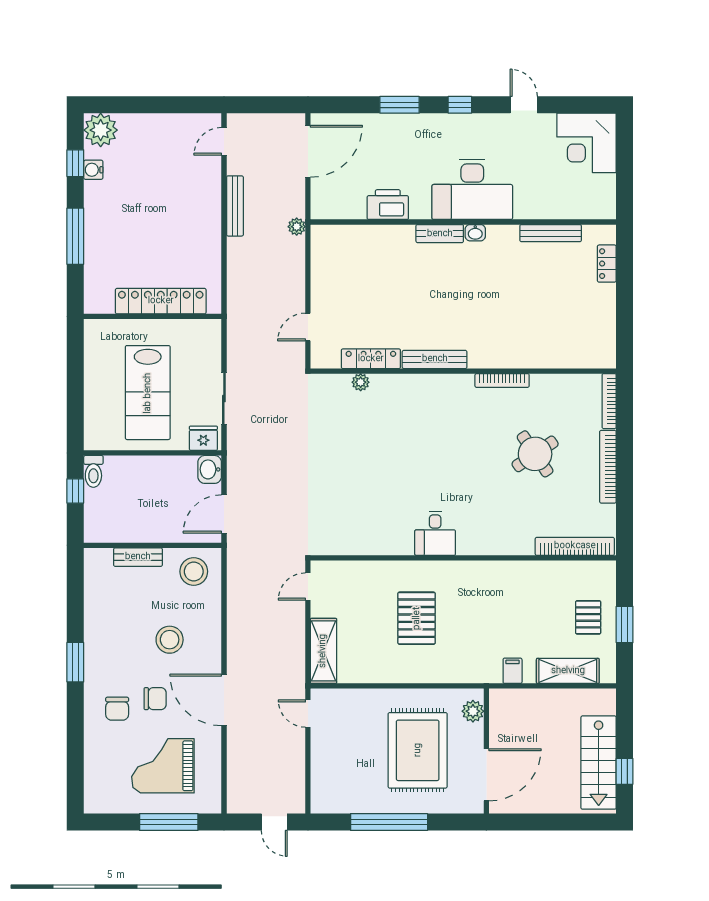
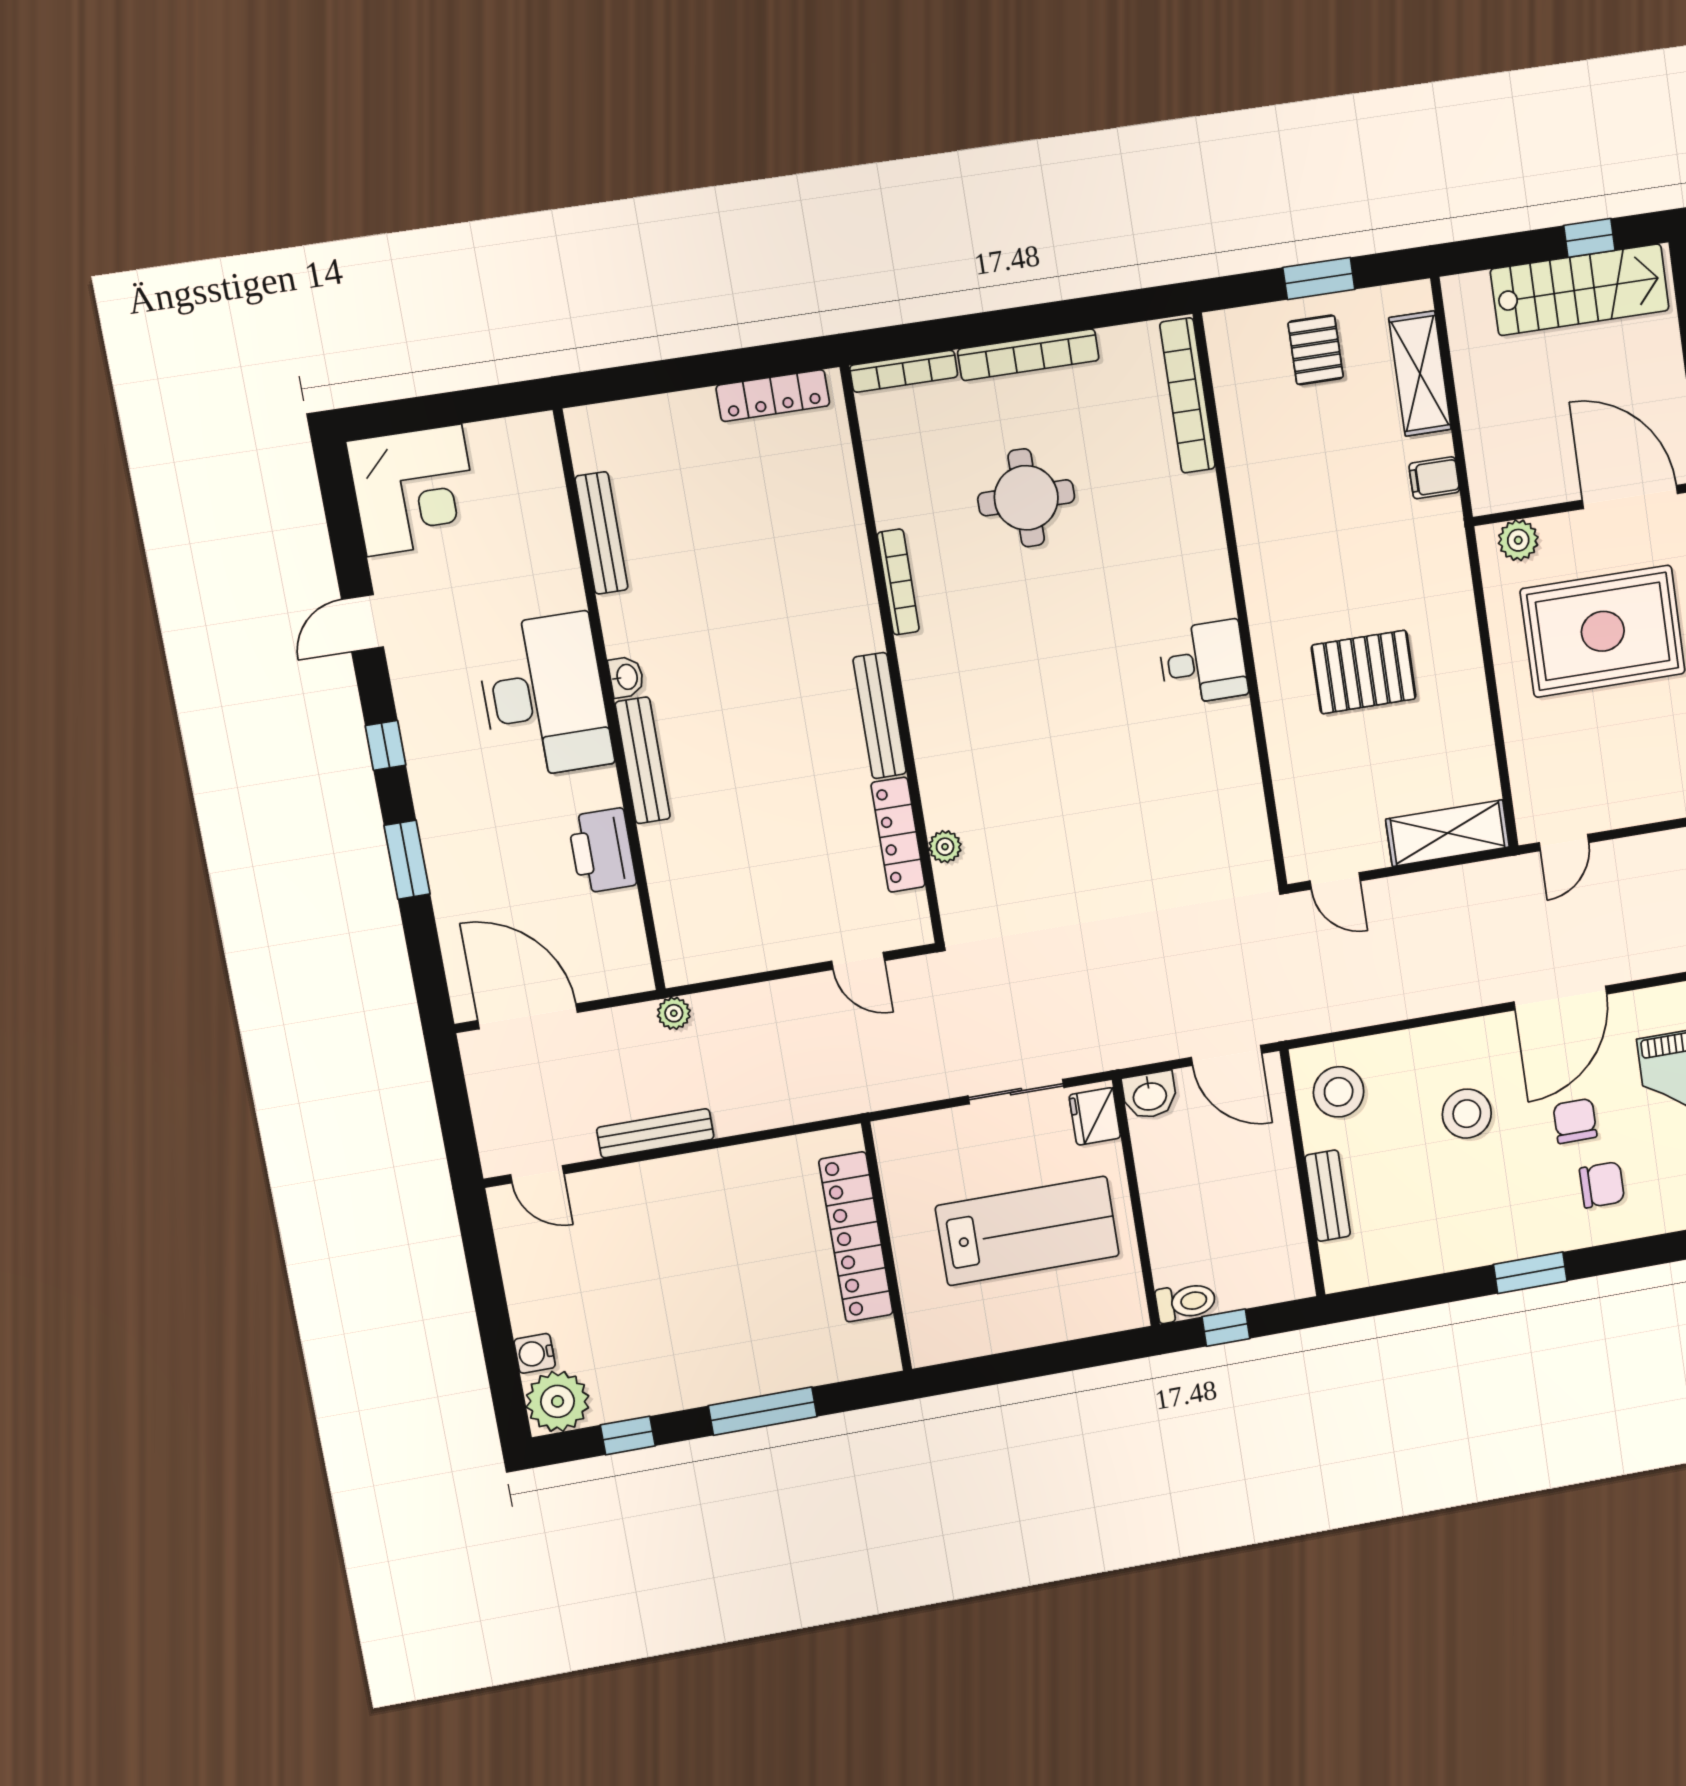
water cooler: (93, 170) -> (535, 1353), moved, turned 90
bench: (440, 234) -> (643, 760), width x1.36
locker: (607, 264) -> (773, 396), moved, width x1.53
round table: (535, 454) -> (1026, 498), turned 34
pallet: (588, 617) -> (1316, 350), turned 90

